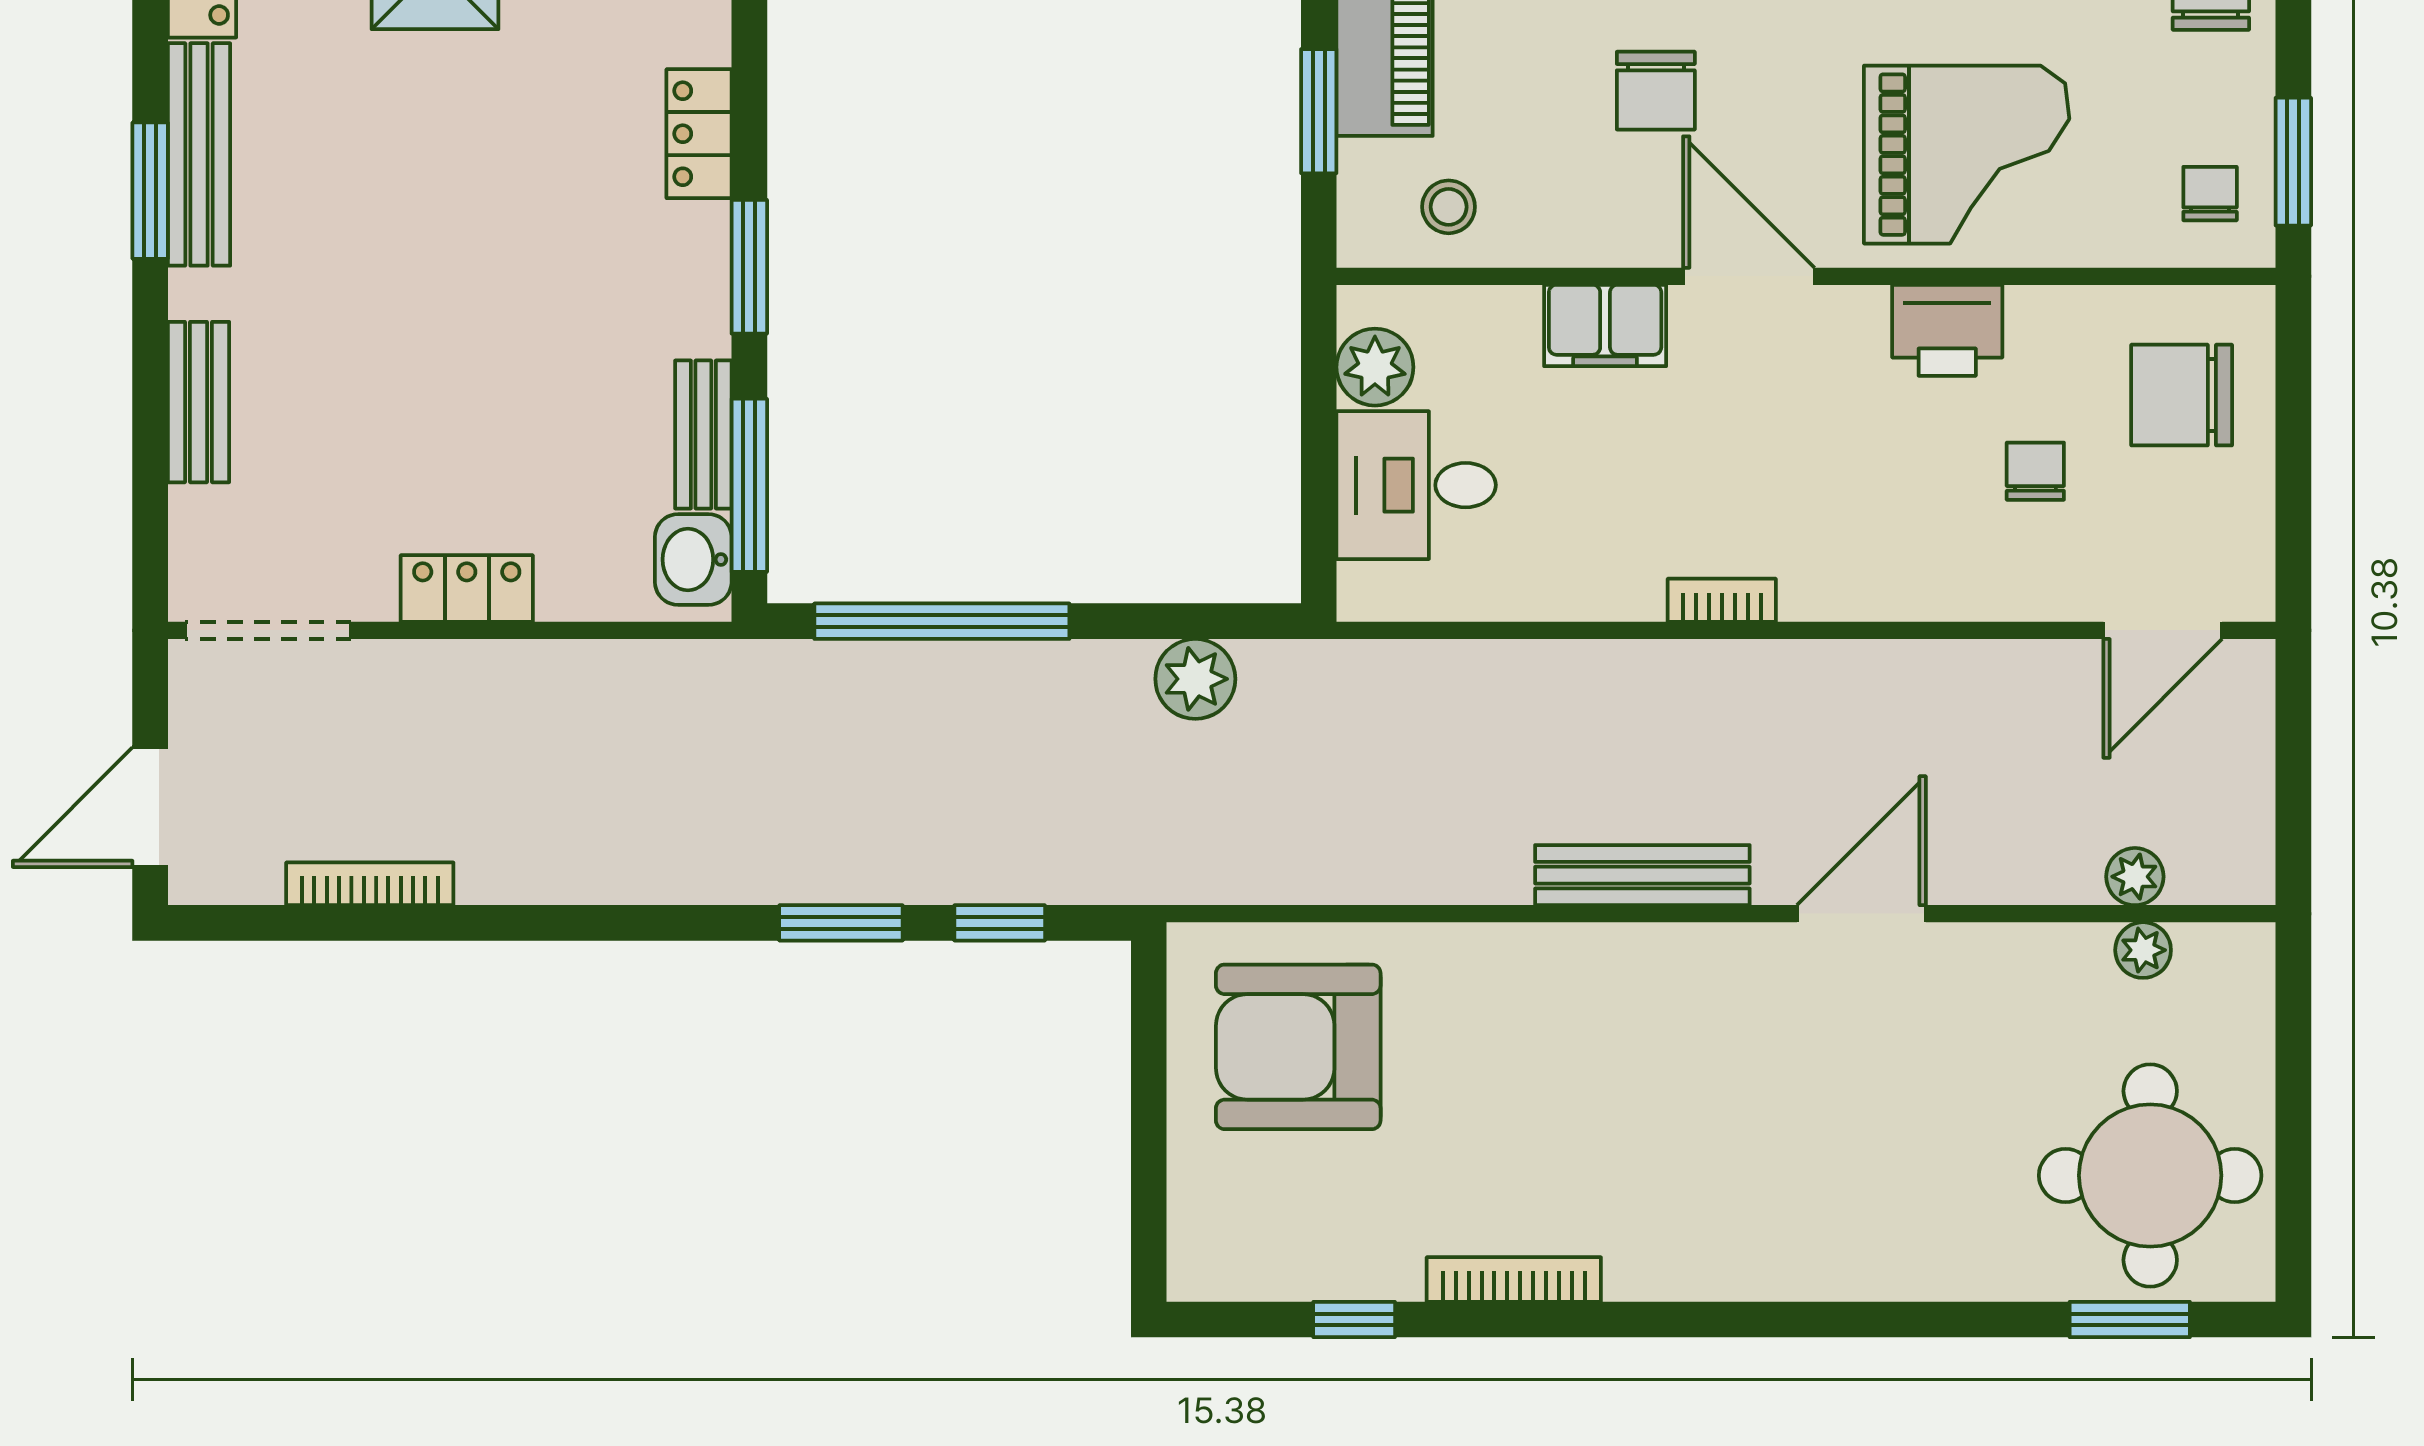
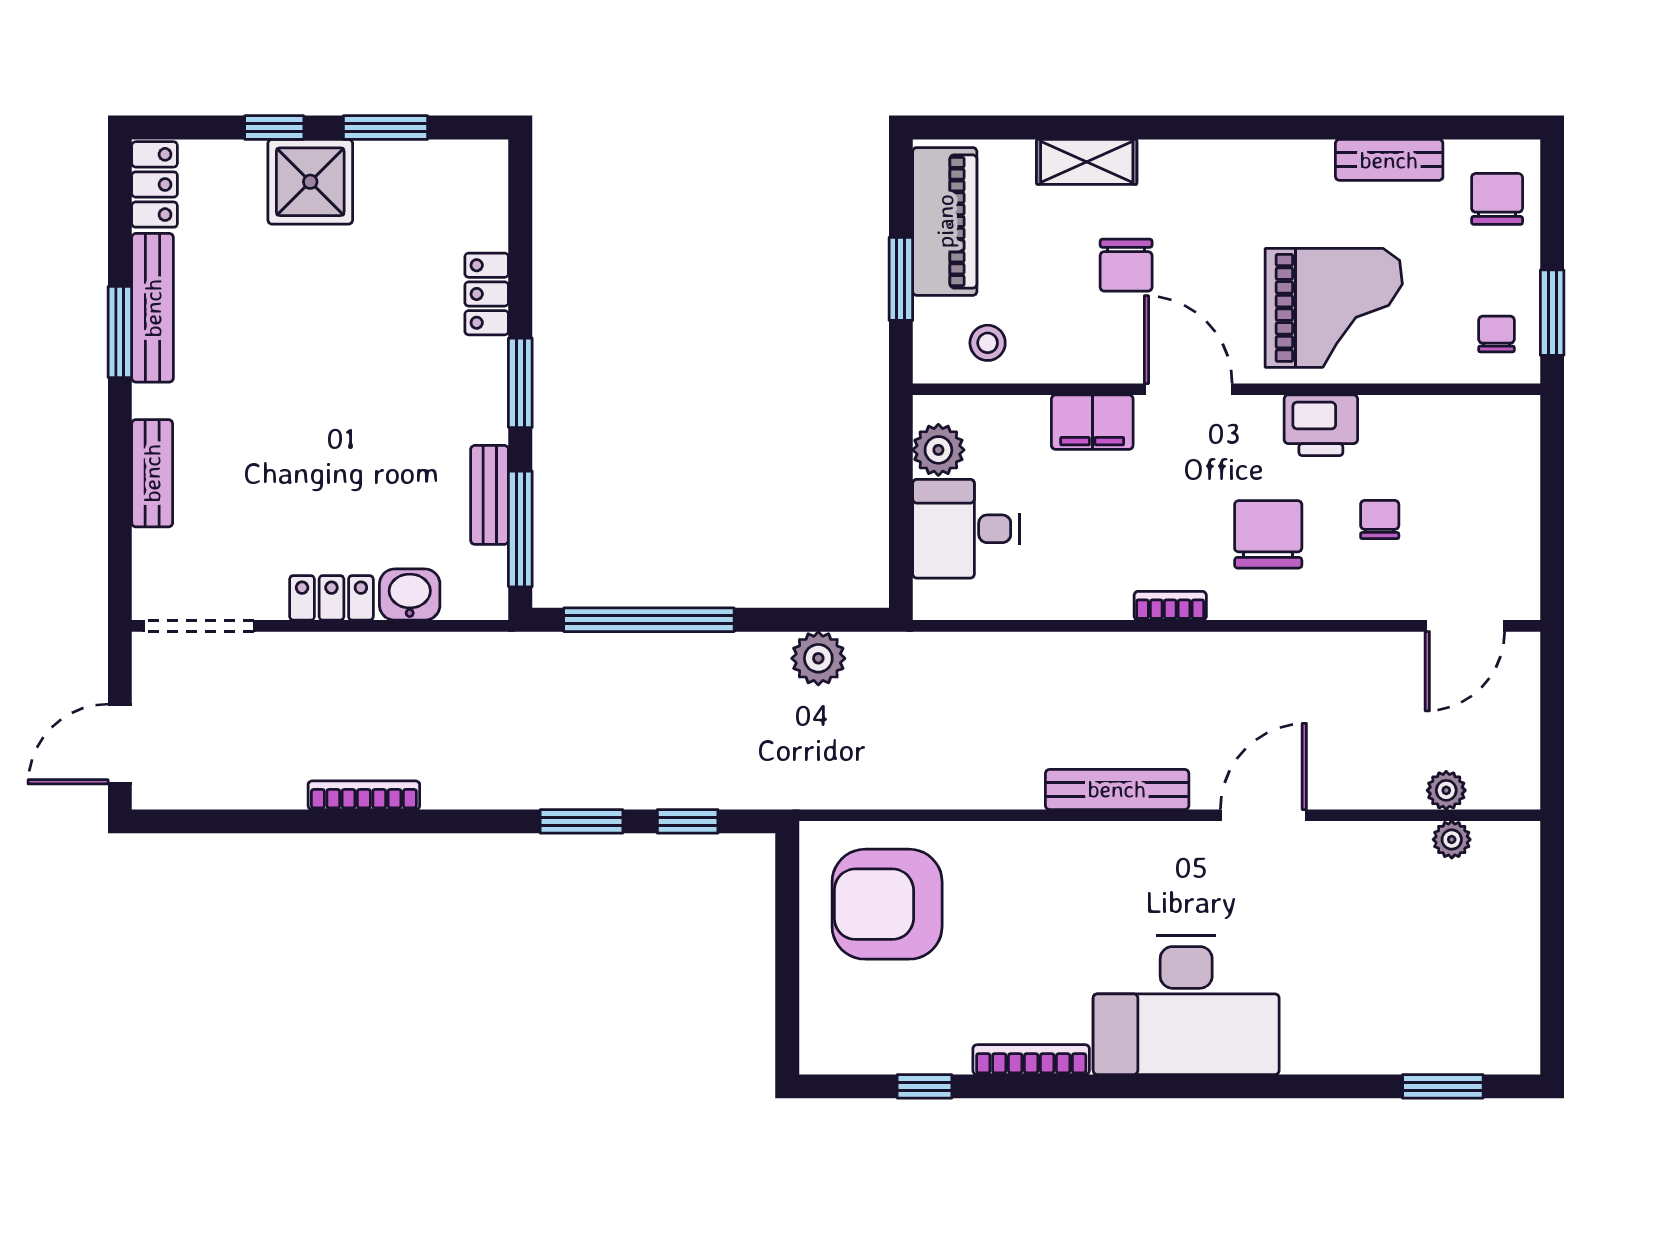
chair: (2182, 395) -> (1268, 534), moved, turned 90
washbasin: (693, 559) -> (410, 595), moved, turned 90
bookcase: (370, 884) -> (364, 795), moved
round table: (2150, 1175) -> (1456, 990), removed
desk: (1746, 1198) -> (1186, 1005), added

